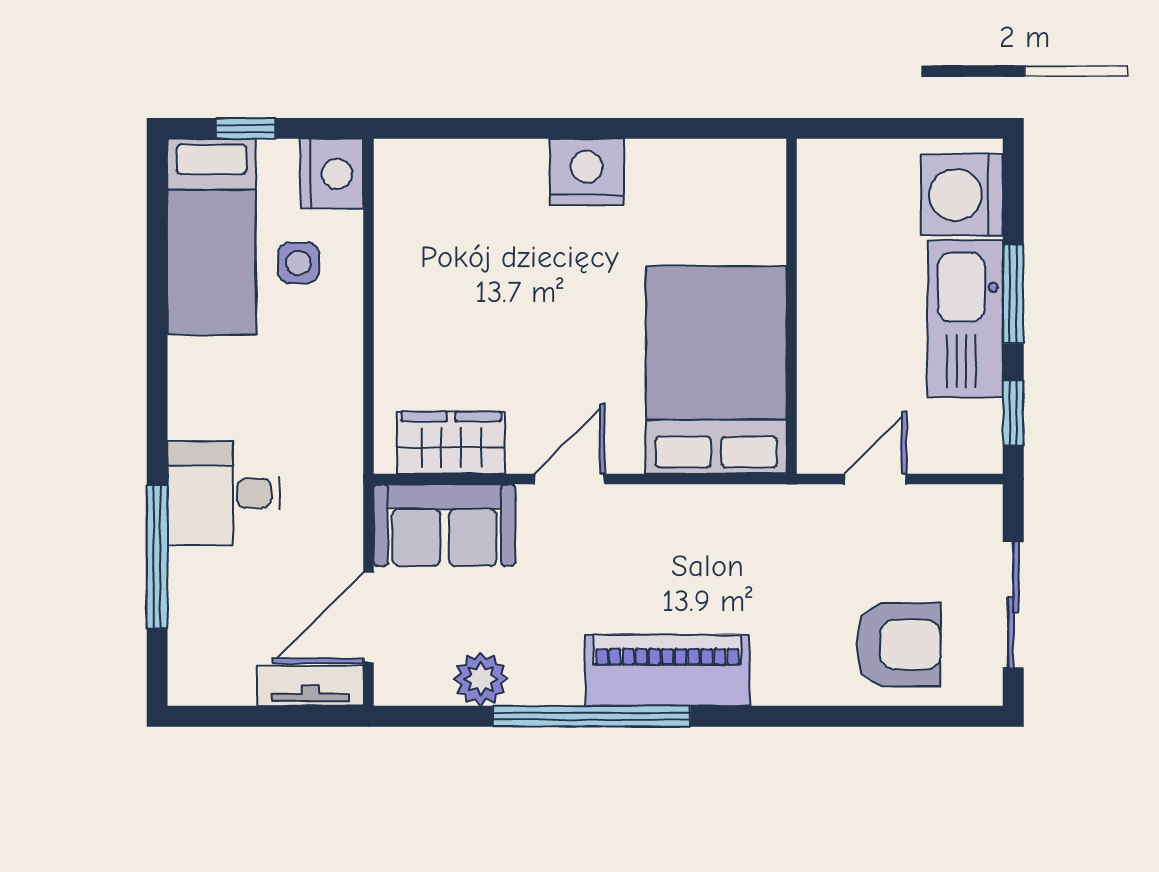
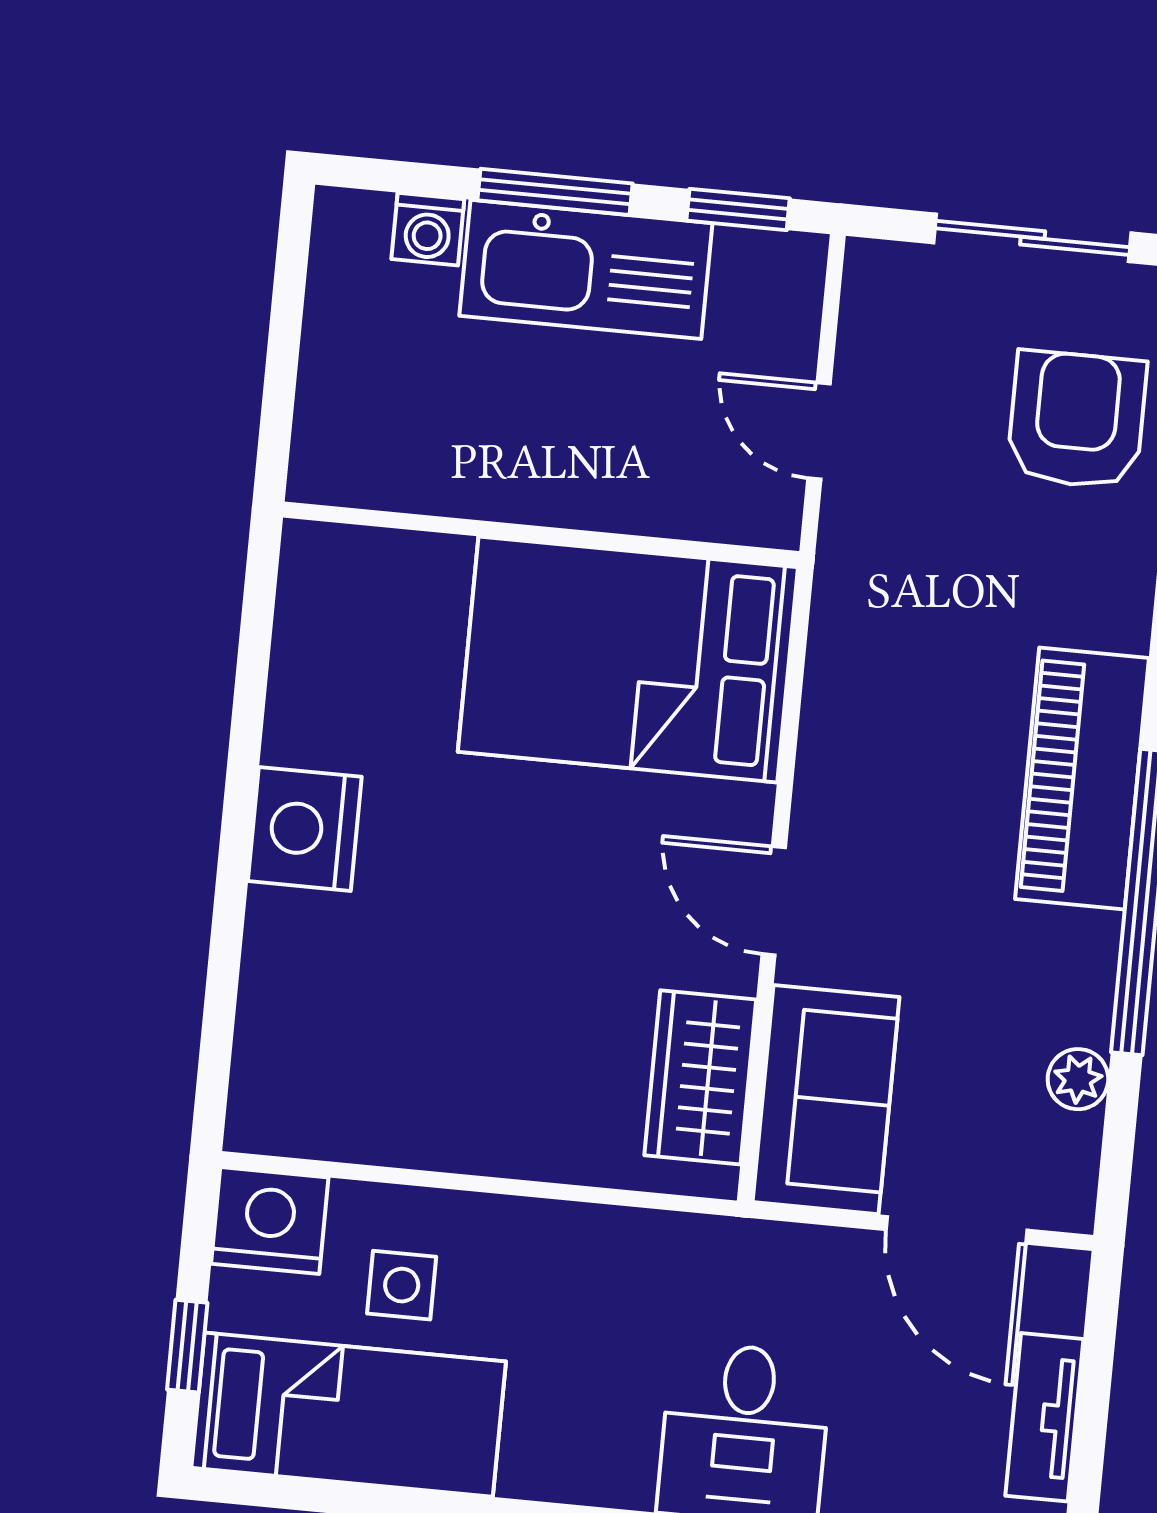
washing machine: (962, 195) -> (428, 229), width x0.53, depth x0.53
plant: (481, 679) -> (1078, 1079), width x0.73, depth x0.73
tv unit: (310, 686) -> (1044, 1417), moved

